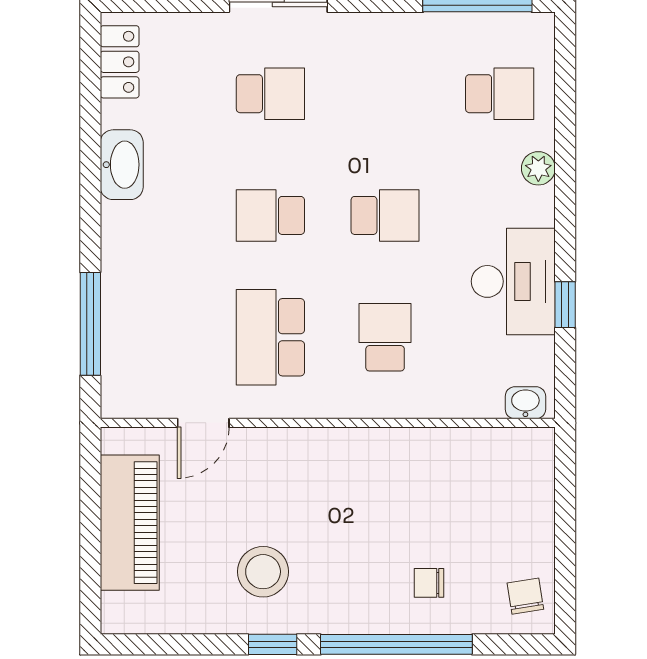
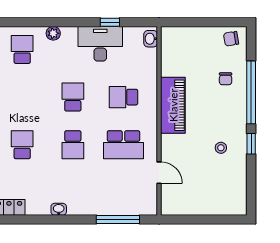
washbasin: (122, 165) -> (59, 209), width x0.52, depth x0.69
piano: (130, 523) -> (173, 105), moved, turned 90
stool: (263, 572) -> (221, 148), width x0.53, depth x0.53

